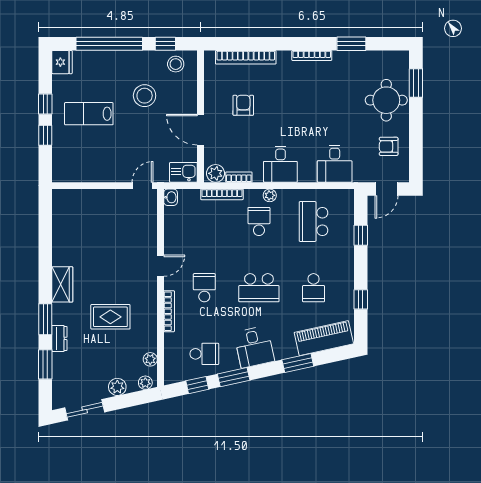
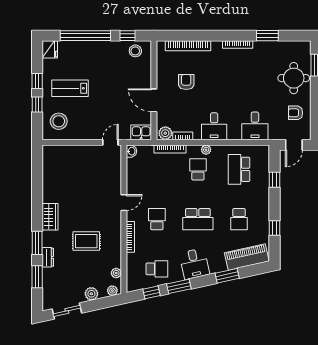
stool: (145, 96) -> (59, 121), moved

